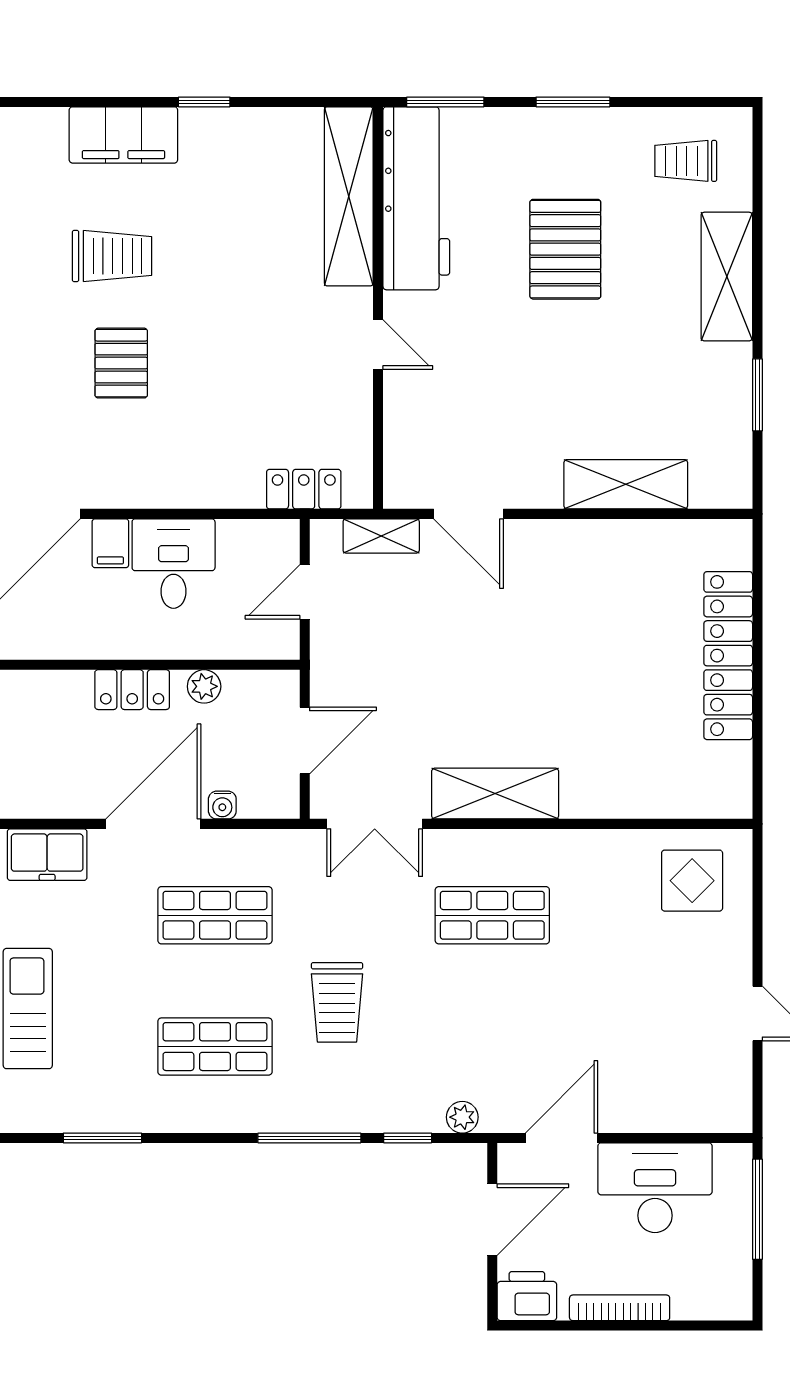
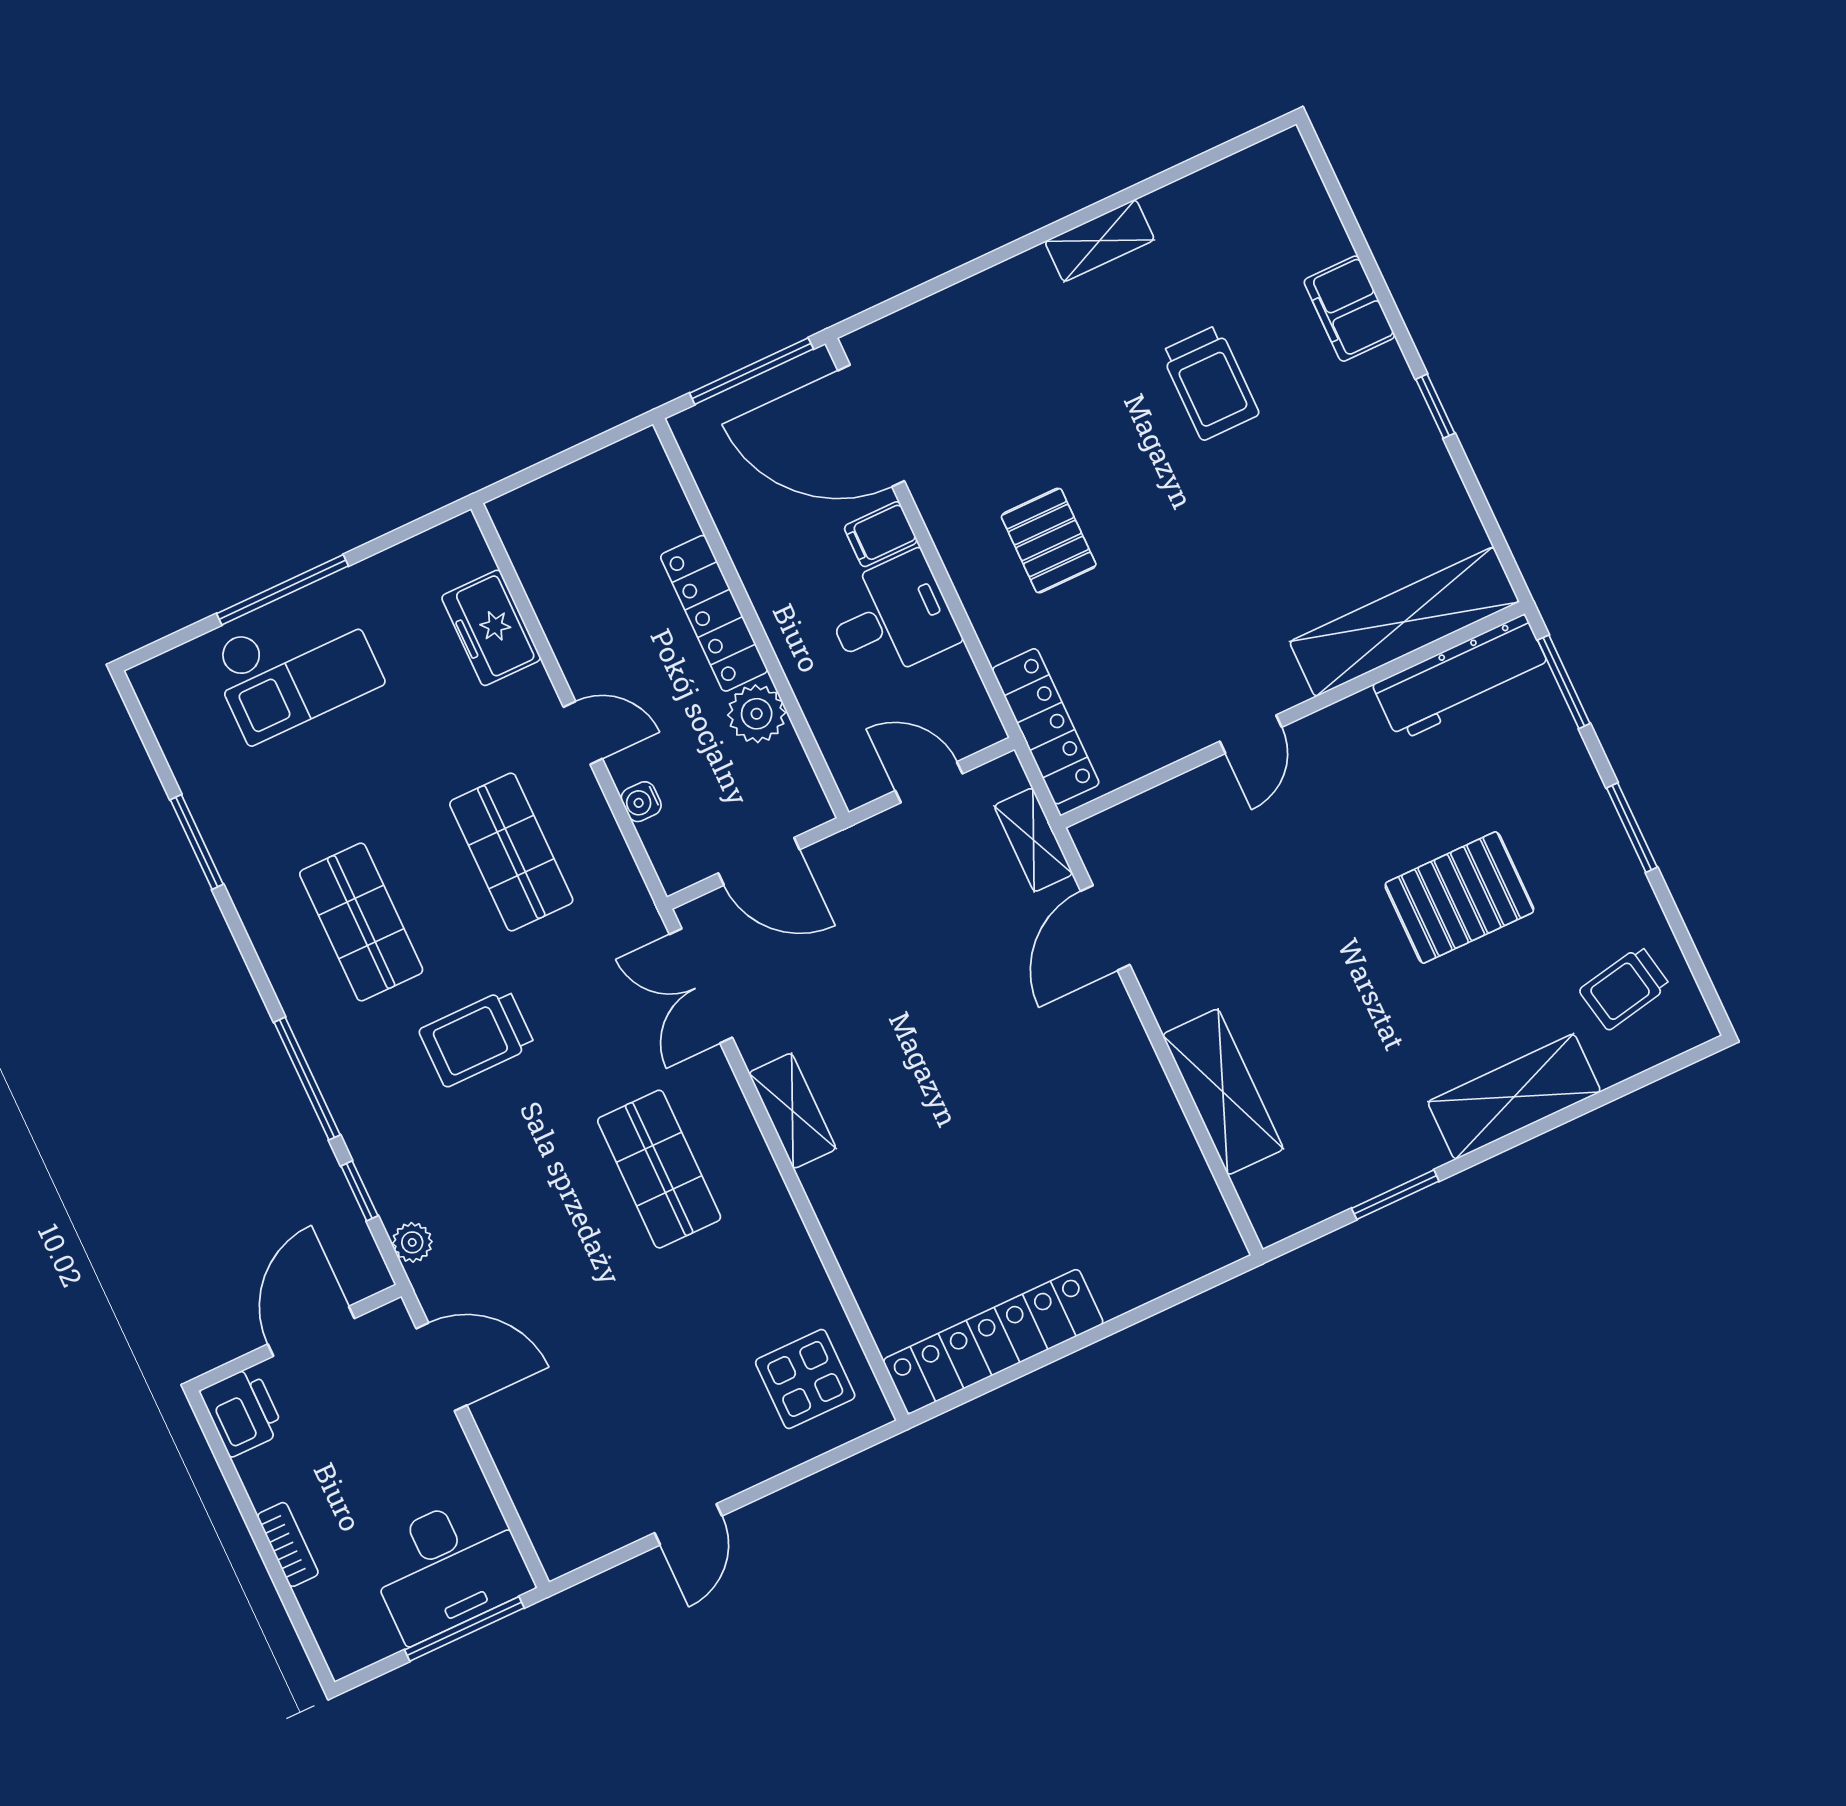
filing cabinet: (123, 135) -> (1349, 309), width x0.67, depth x0.86
trolley: (686, 161) -> (1625, 988), turned -101
workbench: (416, 198) -> (1462, 678), width x0.73, depth x0.76
pallet: (121, 363) -> (1049, 541), moved, turned 90
locker: (304, 489) -> (1046, 726), width x1.53
locker: (728, 656) -> (993, 1342), moved
plant: (204, 686) -> (757, 714), width x1.38, depth x1.38
locker: (132, 690) -> (714, 613), width x1.53
shelving: (495, 794) -> (792, 1111), width x0.67, depth x0.75
door: (153, 824) -> (583, 733), width x0.53
desk: (655, 1188) -> (448, 1567), moved, turned 90
door: (492, 1220) -> (311, 1331), swing flipped
bookcase: (620, 1308) -> (288, 1544), width x0.64

